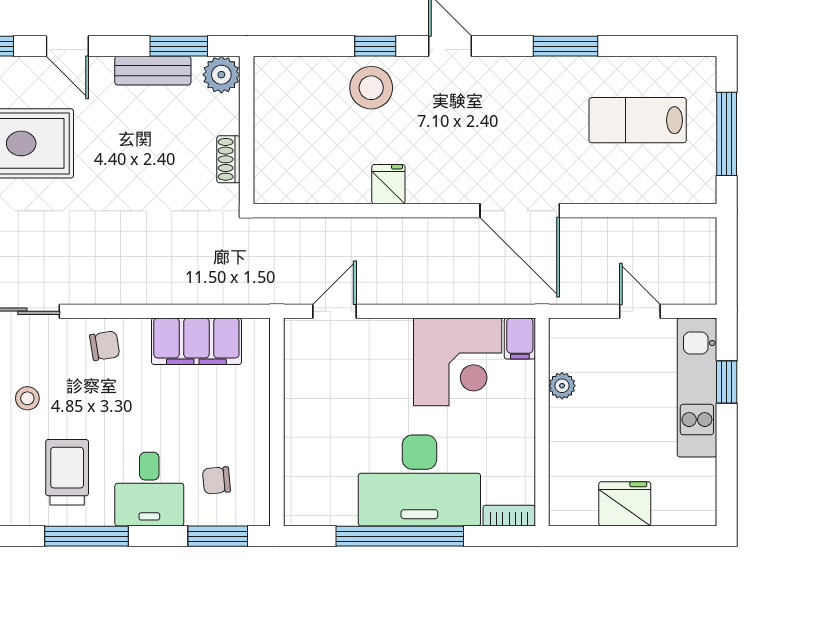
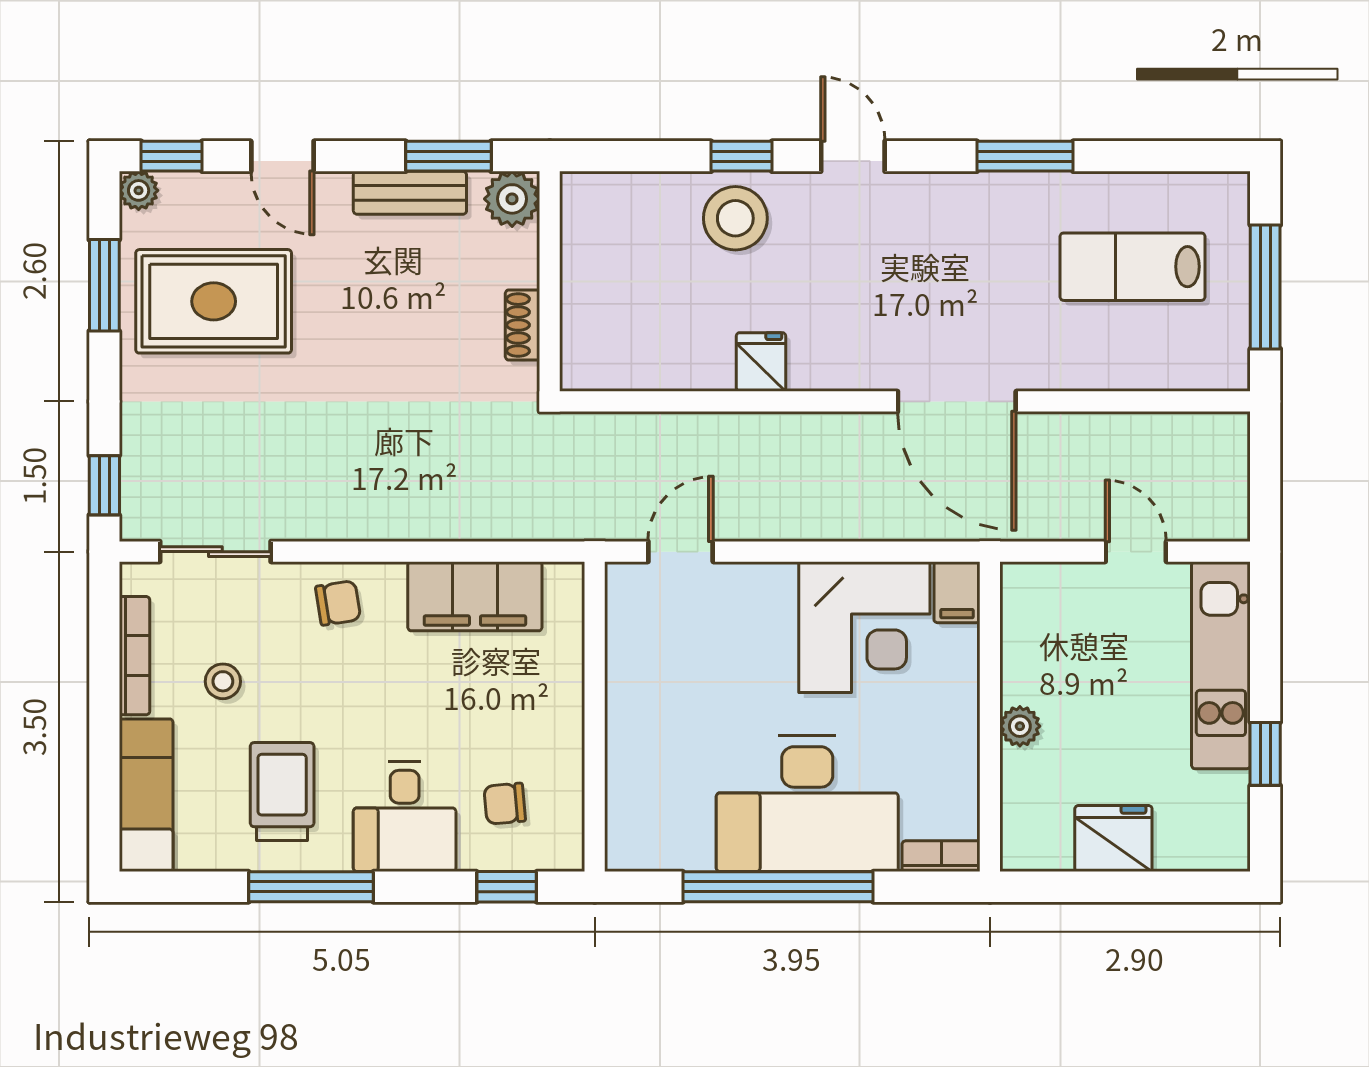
window: (727, 382) -> (1265, 754), moved
plant: (562, 386) -> (1020, 726), moved
window: (218, 536) -> (507, 887), width x0.67

